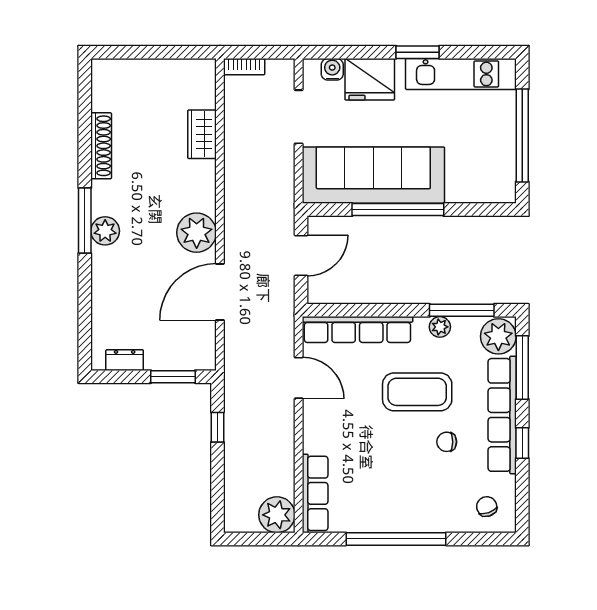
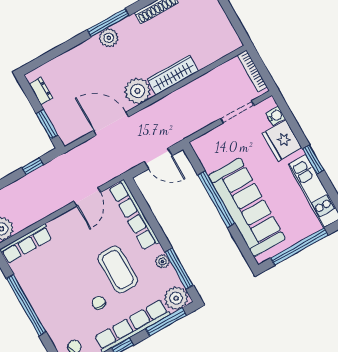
bookcase: (244, 67) -> (252, 71), width x1.56
wardrobe: (202, 134) -> (173, 75), moved, width x1.50
sofa: (373, 175) -> (247, 207), moved

